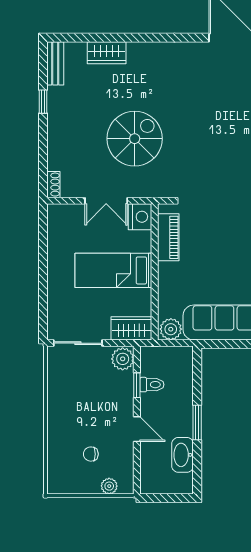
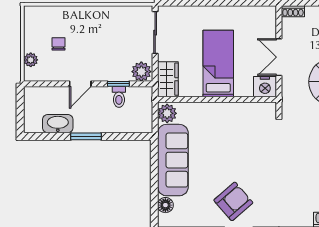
piano: (168, 237) -> (247, 111), removed

